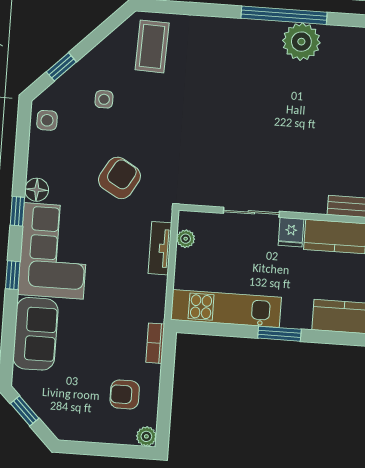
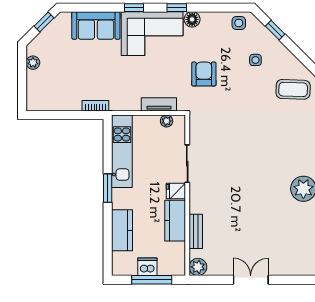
armchair: (119, 178) -> (204, 74), turned -120
armchair: (125, 394) -> (60, 88), removed
plant: (146, 436) -> (33, 63), moved

